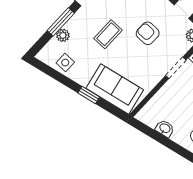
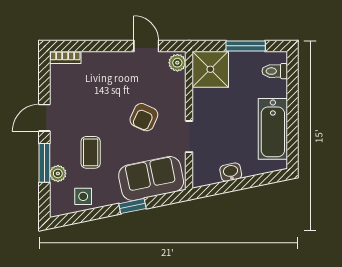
armchair: (148, 33) -> (144, 117), moved, turned -66
coffee table: (108, 34) -> (91, 152), moved
doorway: (176, 68) -> (189, 137), moved

